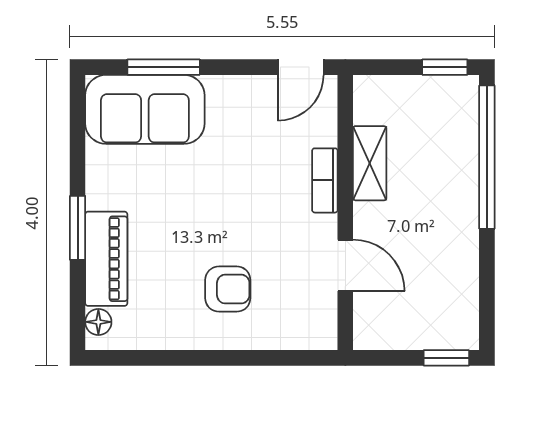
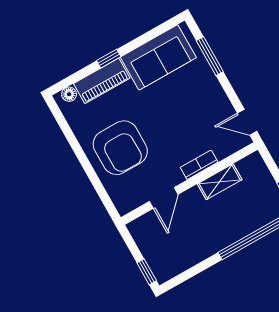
sofa: (145, 109) -> (158, 57), moved, turned -90
window: (78, 228) -> (109, 59), width x0.67
armchair: (228, 289) -> (120, 148), width x1.88, depth x1.88

